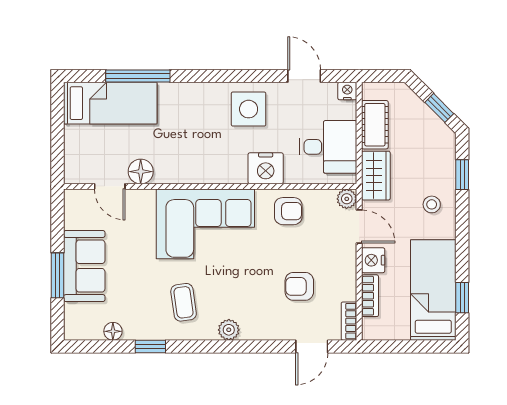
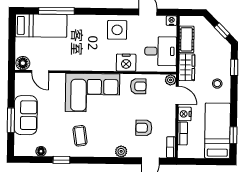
floor lamp: (141, 172) -> (23, 63), moved
plant: (229, 330) -> (121, 151), moved

